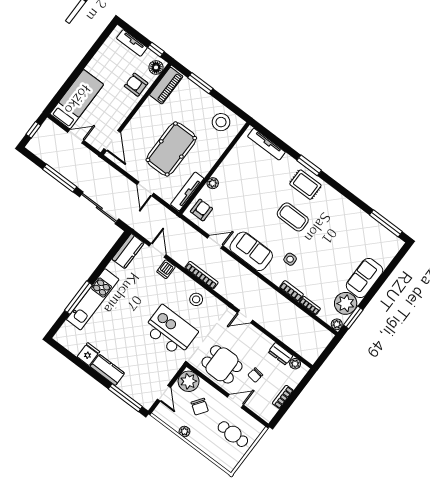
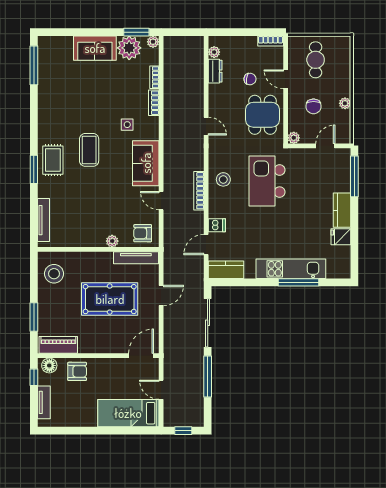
armchair: (136, 85) -> (77, 371), turned -90
plant: (189, 381) -> (294, 138), width x0.53, depth x0.53
bookcase: (283, 397) -> (271, 41), moved
chair: (200, 407) -> (314, 106), turned 145

